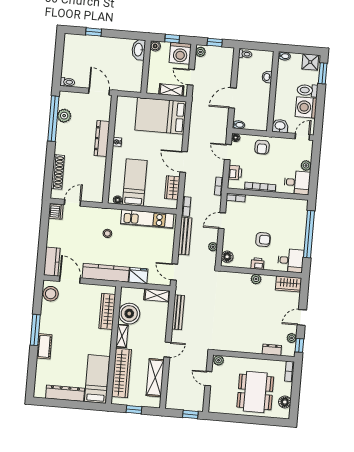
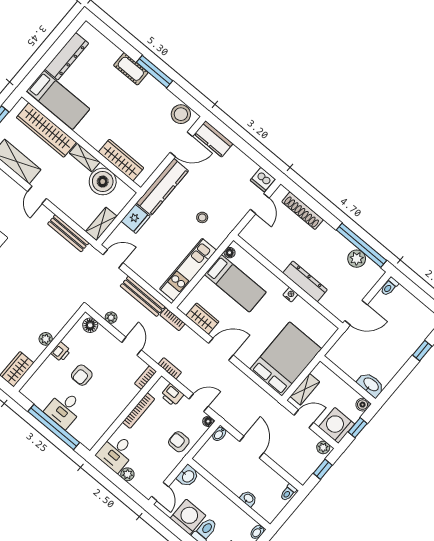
desk: (291, 261) -> (64, 409), moved

